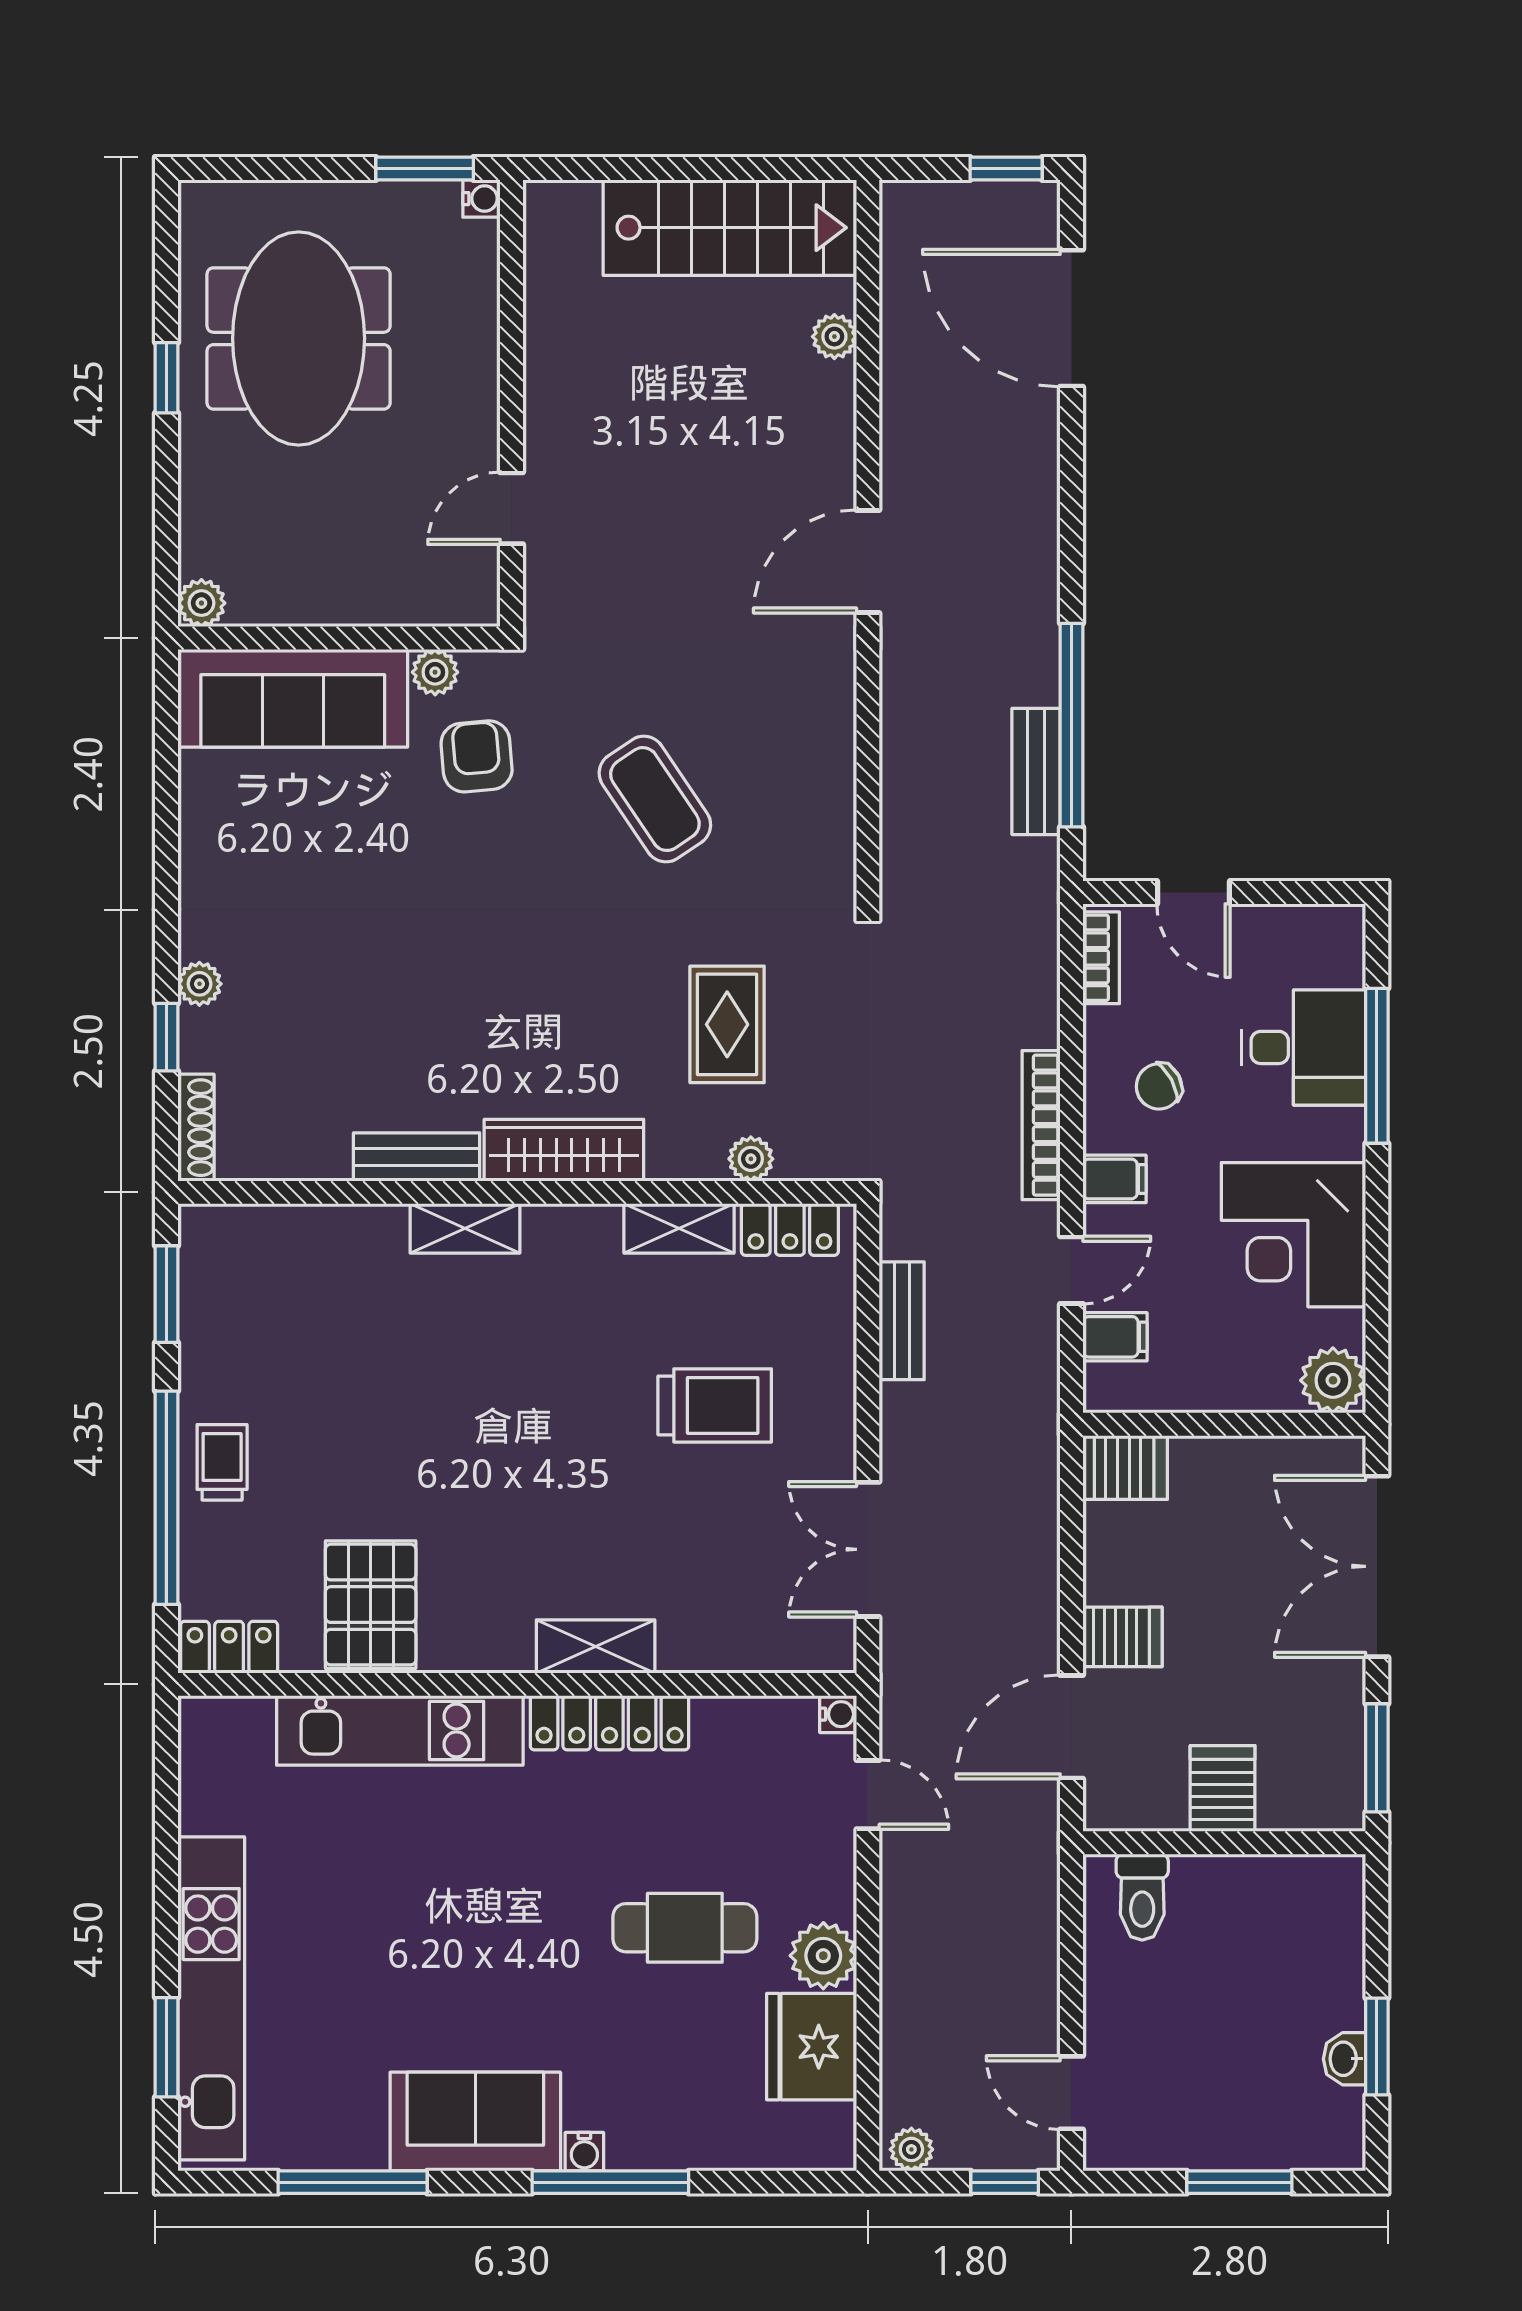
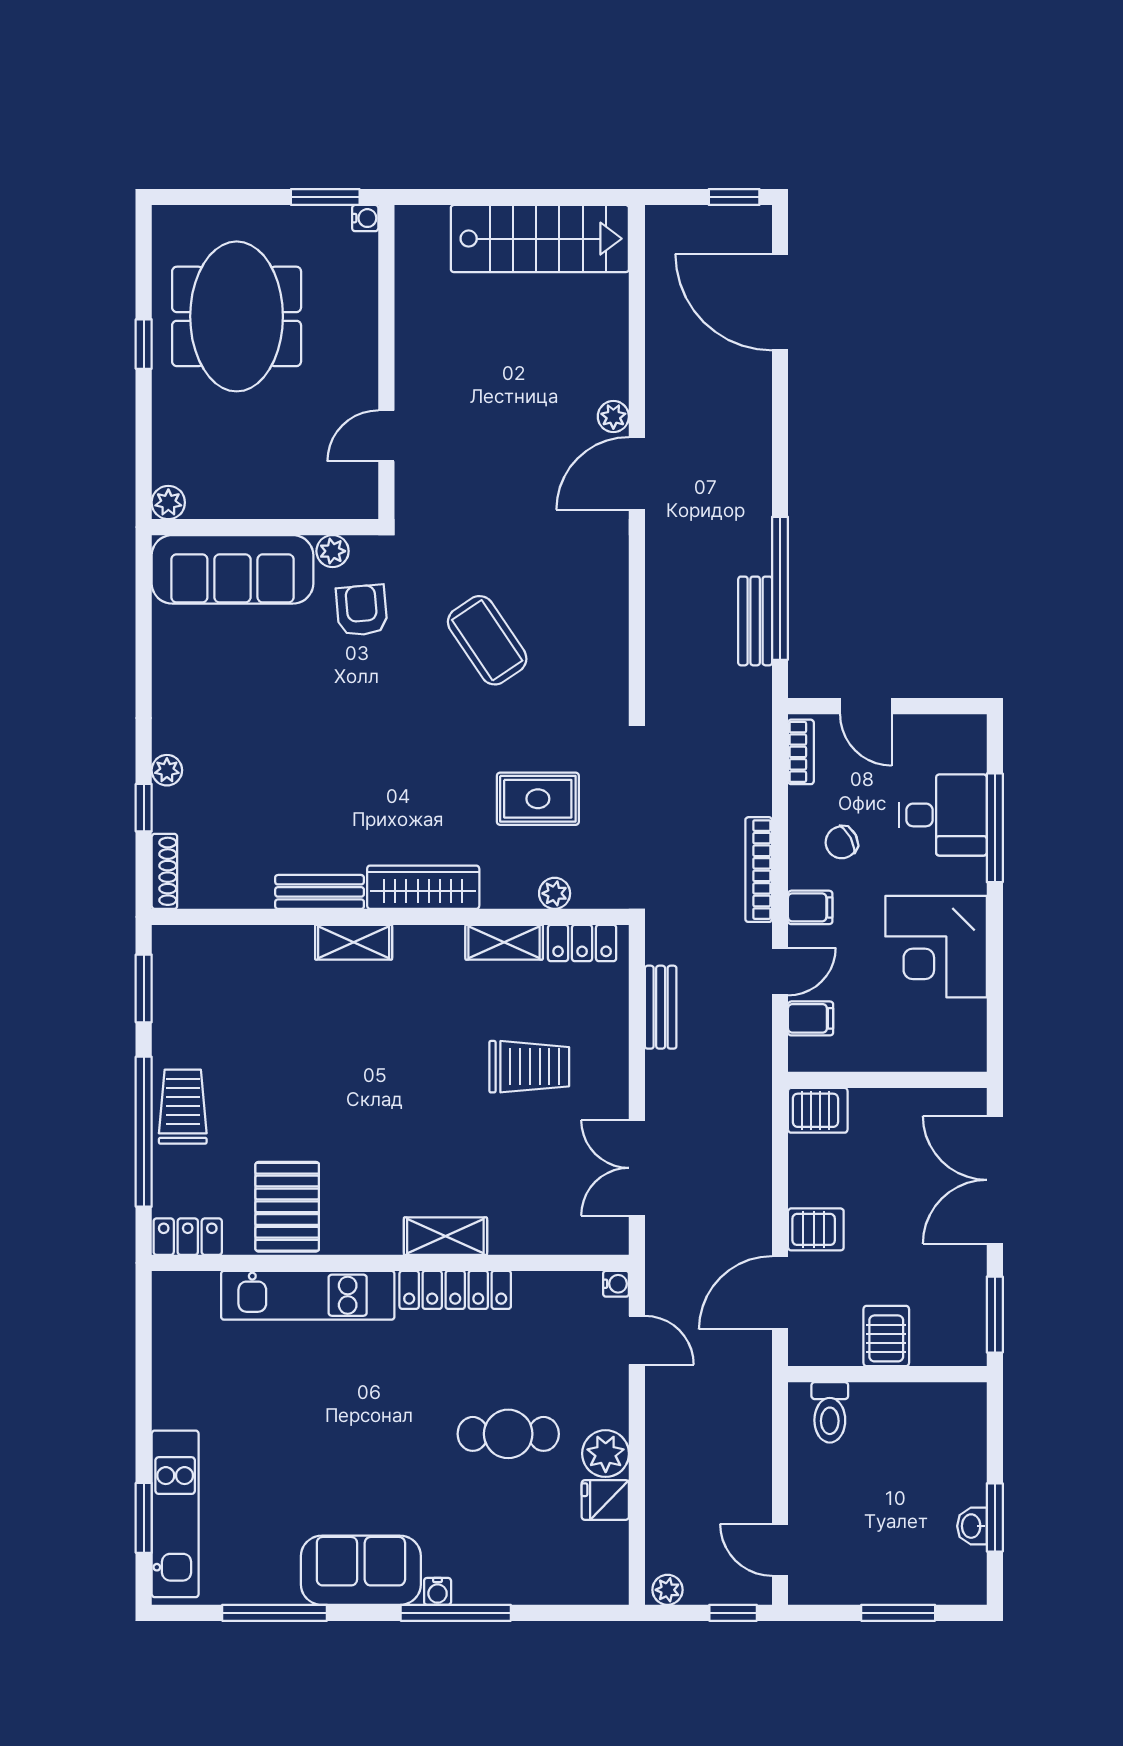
plant: (834, 337) -> (613, 417), moved
rug: (727, 1024) -> (538, 799), turned 90
plant: (1333, 1380) -> (964, 1049), removed
trolley: (222, 1462) -> (183, 1107), width x1.36, depth x1.39
kitchen unit: (211, 1998) -> (175, 1514), width x0.73
fridge: (812, 2047) -> (605, 1500), width x0.53, depth x0.75

